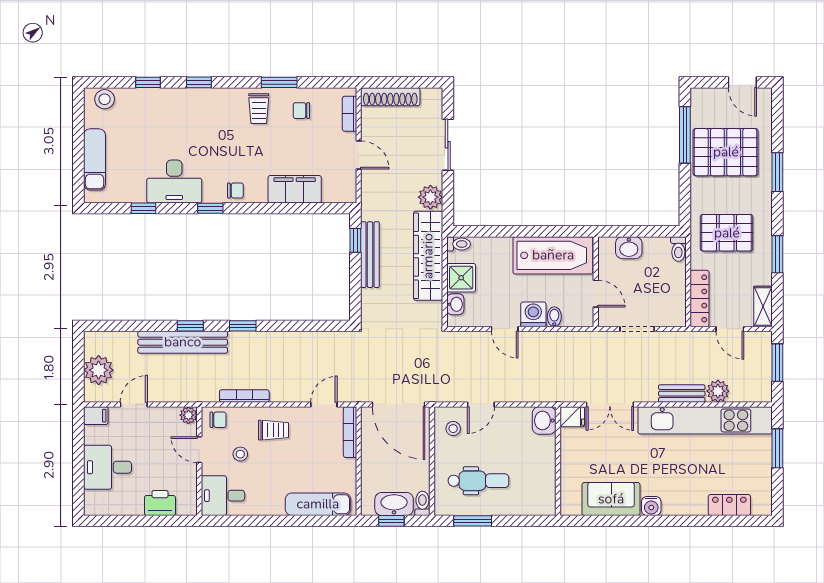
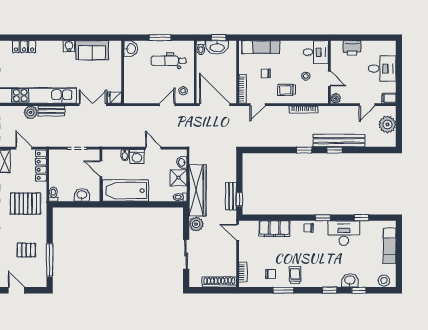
washbasin: (164, 99) -> (350, 280), added
pallet: (726, 152) -> (26, 250), width x0.49, depth x0.50
door: (359, 155) -> (238, 232), moved
bench: (370, 255) -> (231, 196), width x0.73
chair: (218, 420) -> (266, 73), moved
washbasin: (544, 421) -> (131, 49), moved
window: (473, 521) -> (160, 38), moved

